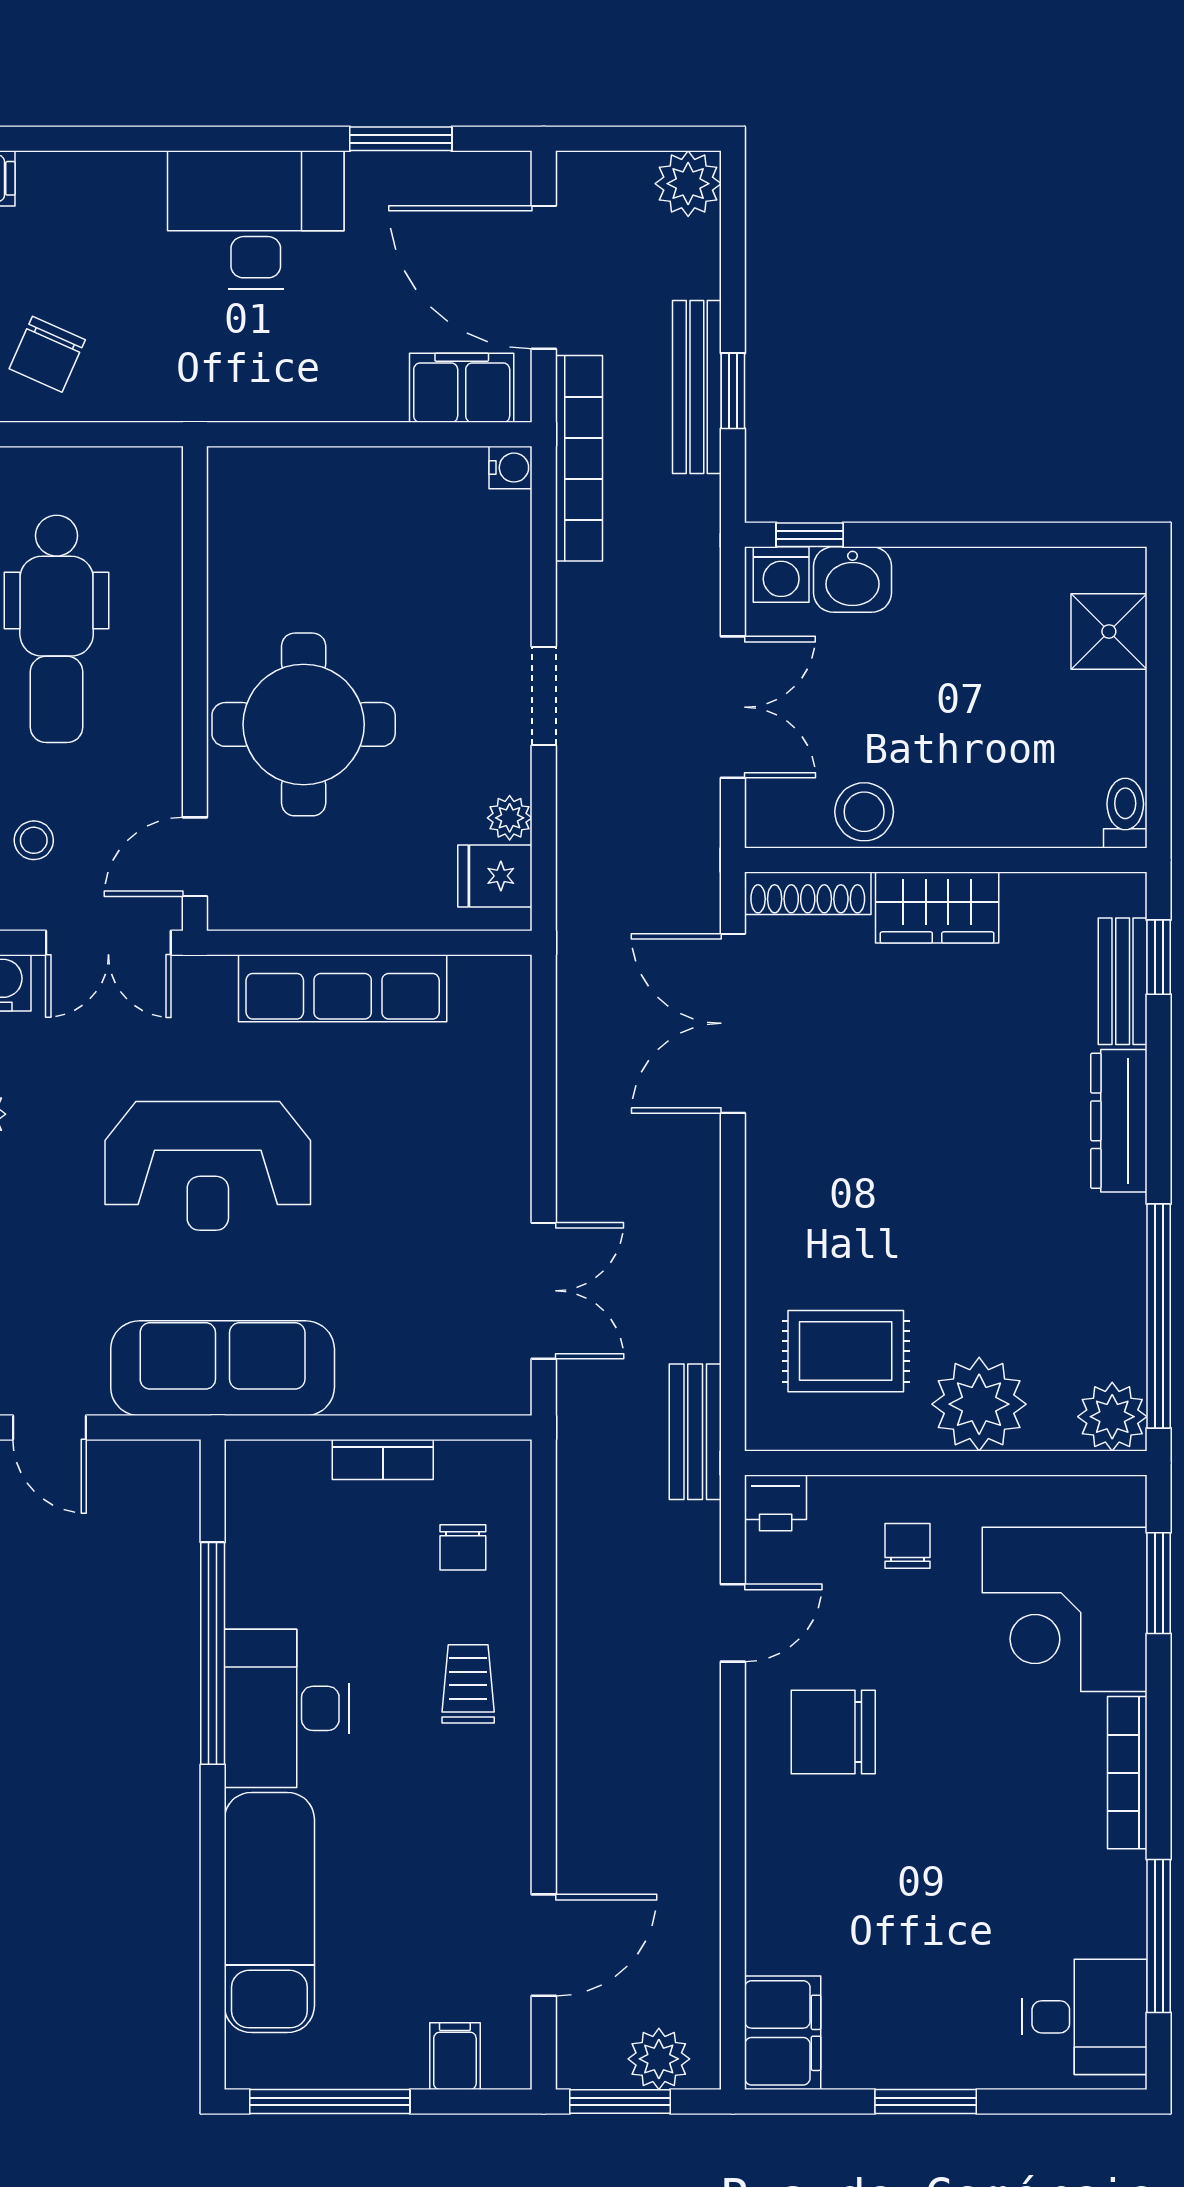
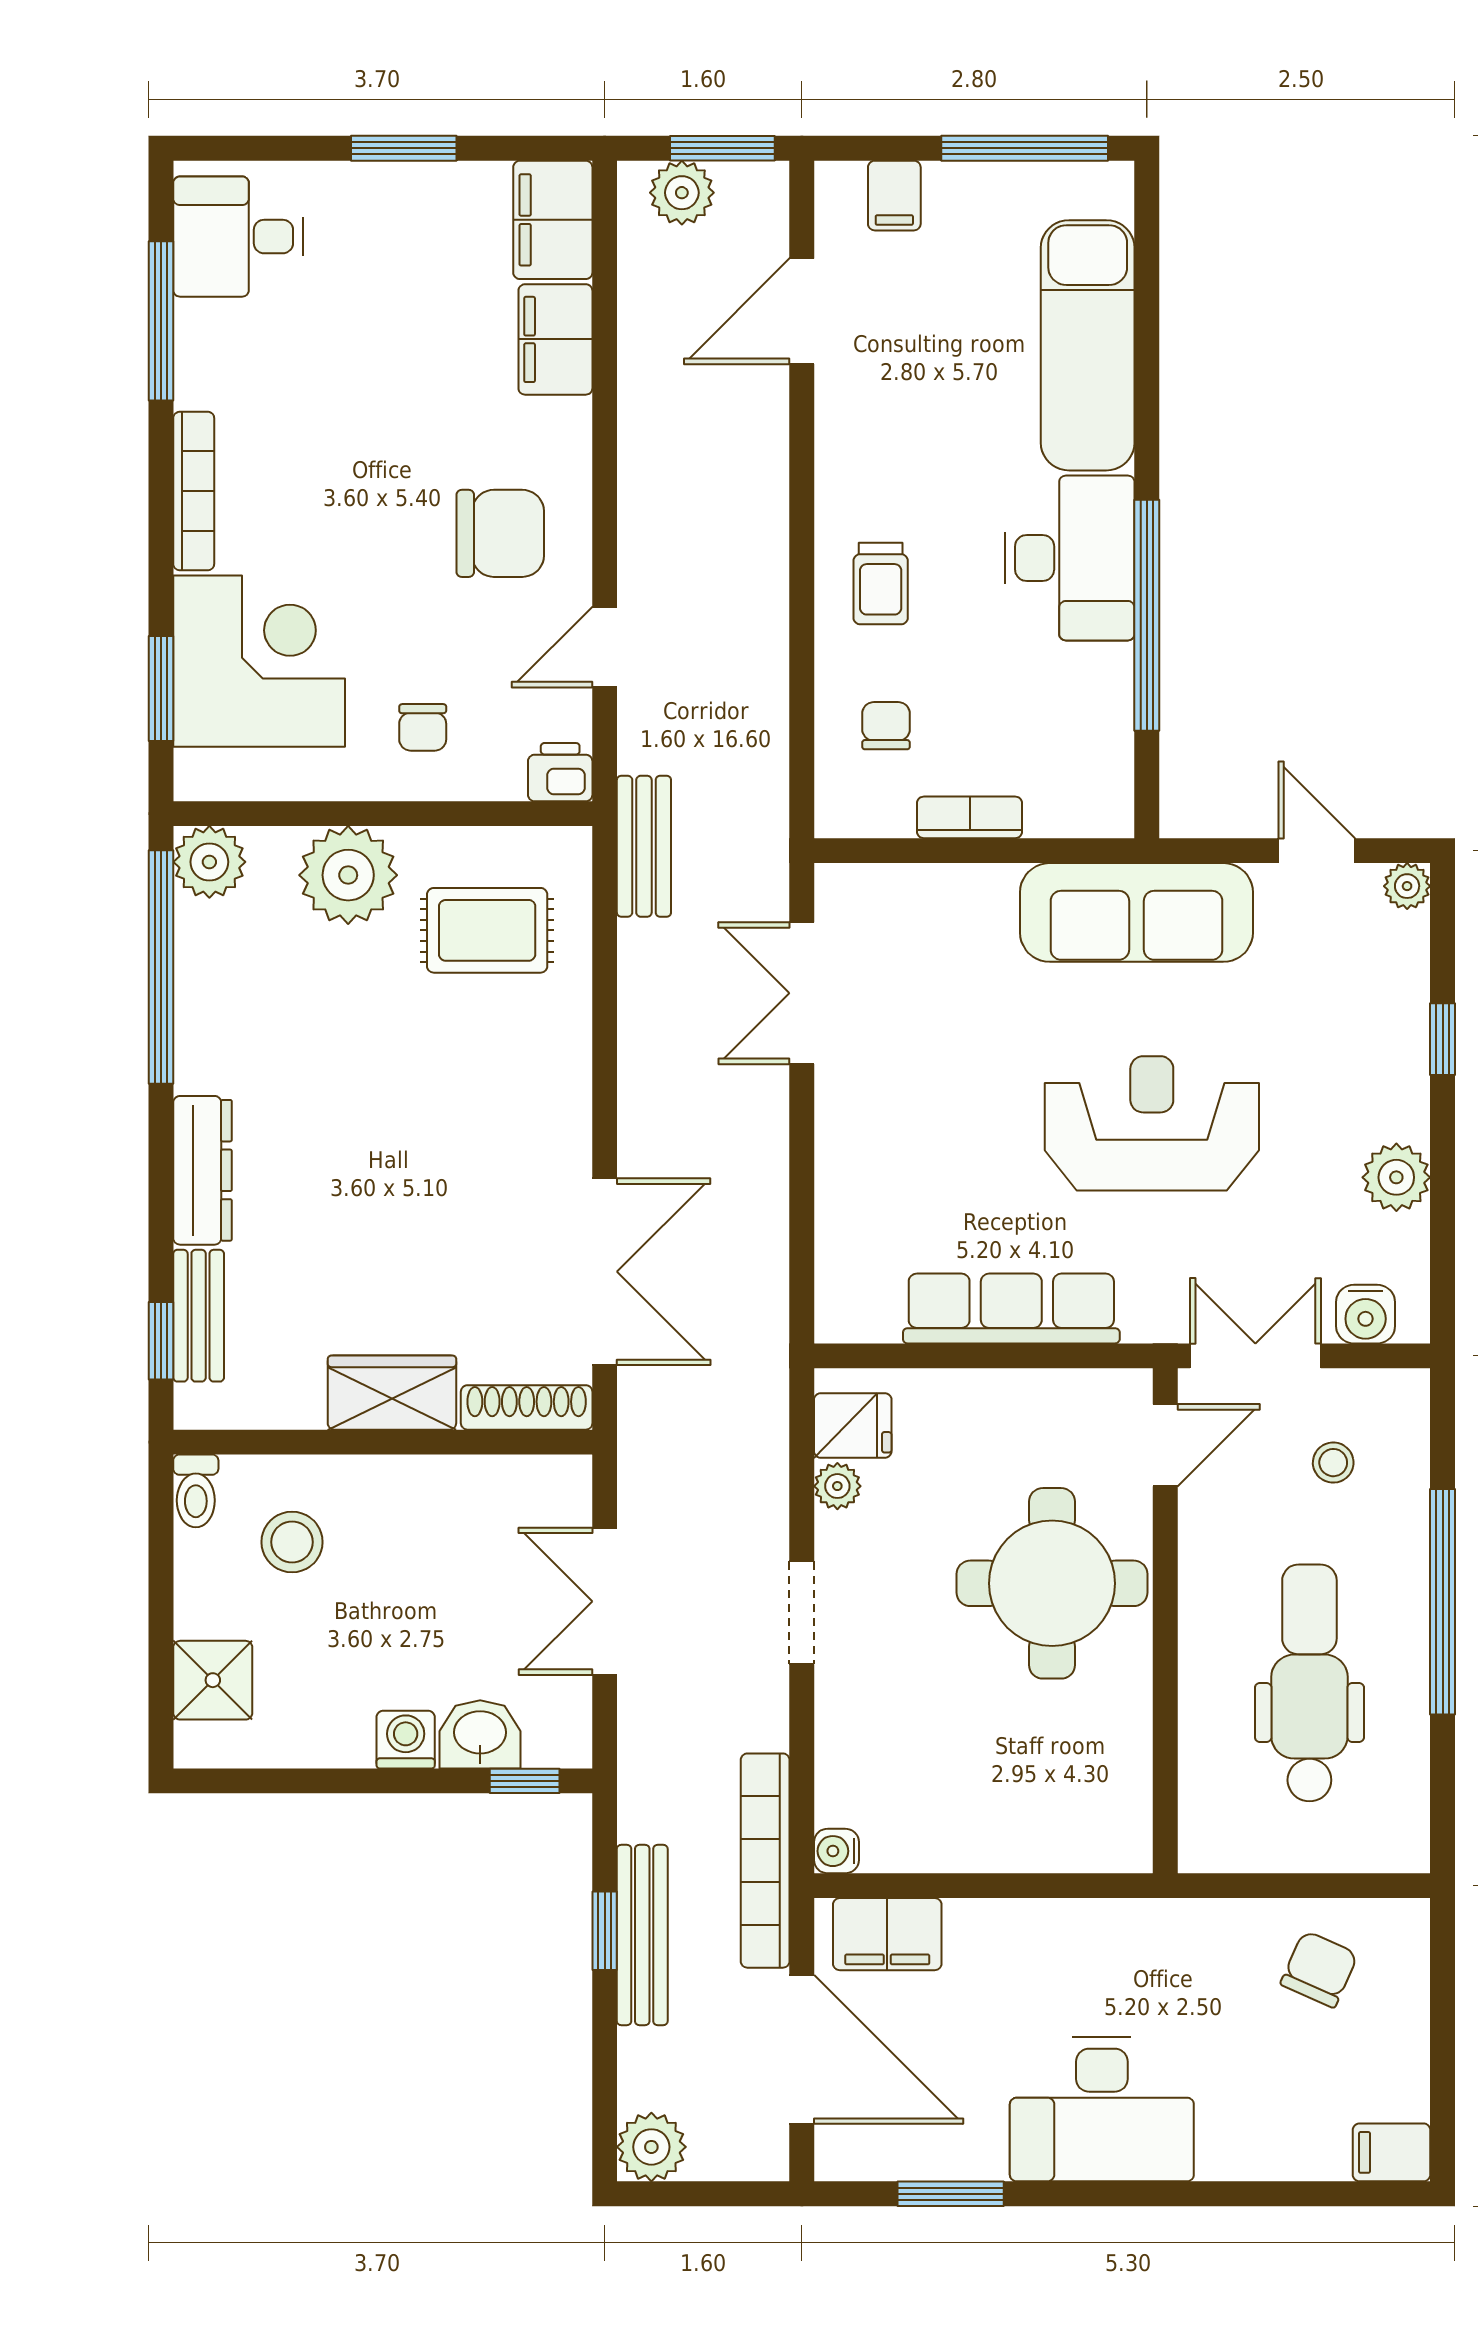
washing machine: (781, 574) -> (406, 1740), moved
stool: (864, 812) -> (292, 1542), moved
filing cabinet: (780, 1918) -> (555, 339), added

